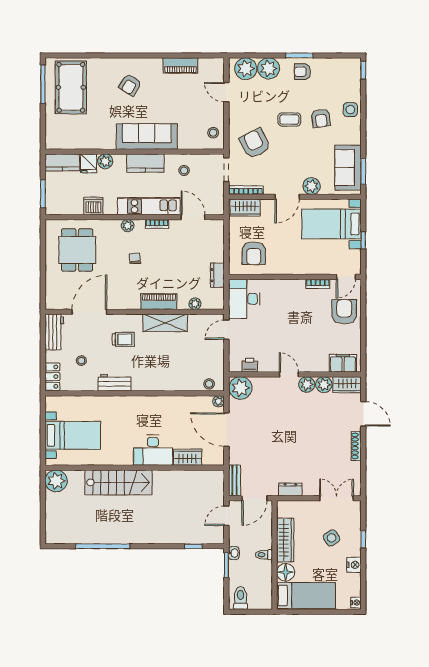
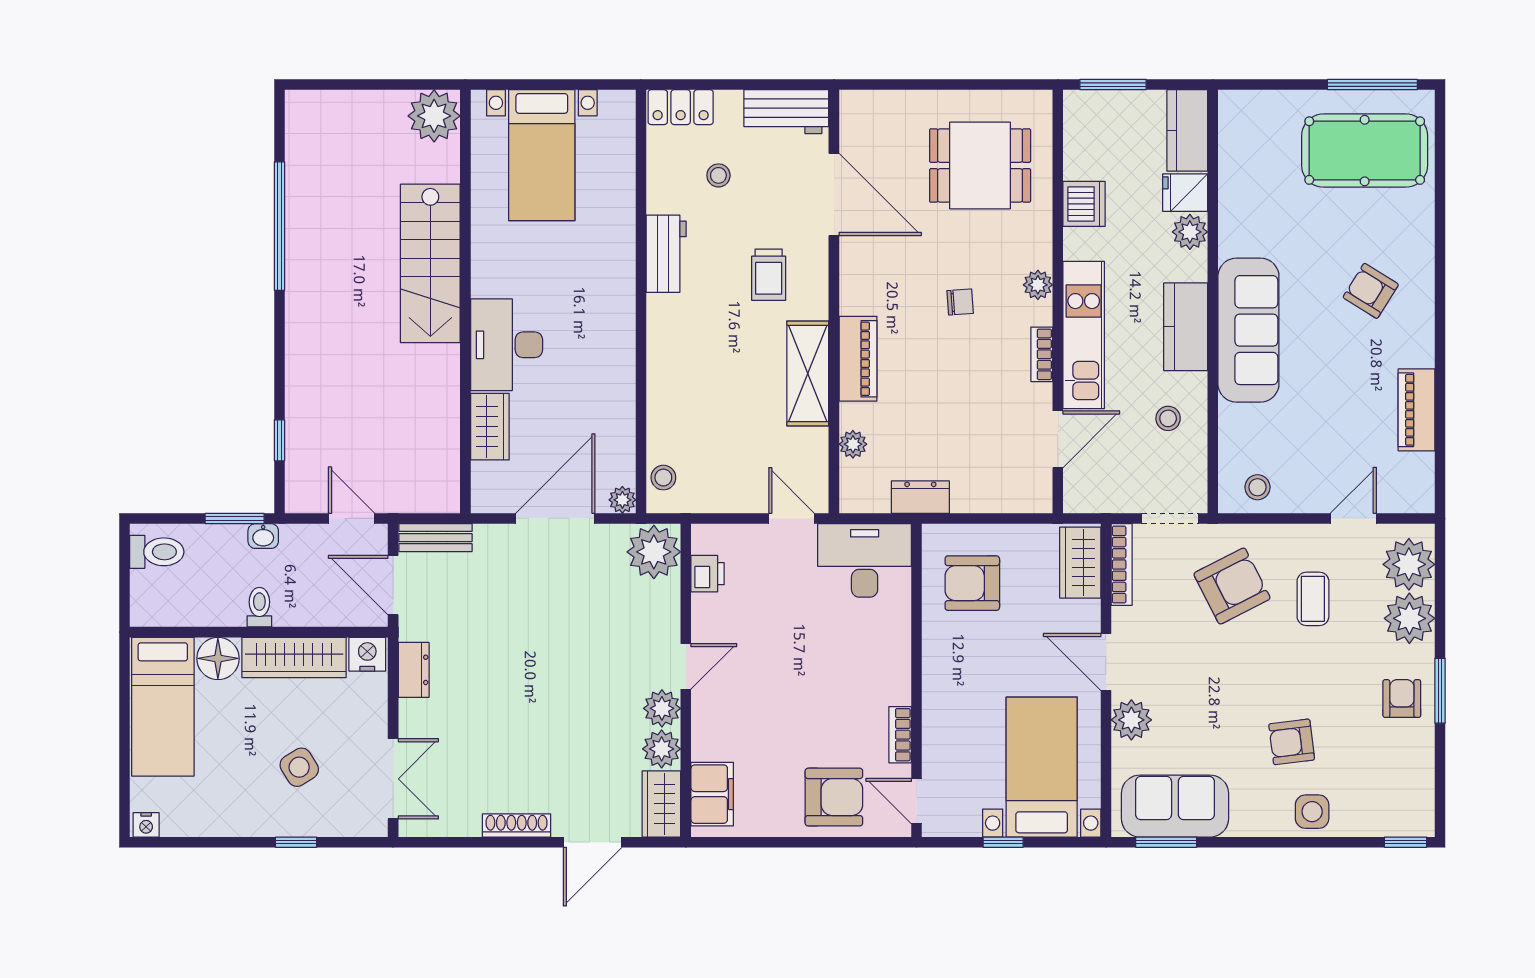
coffee table: (289, 119) -> (1313, 599), moved
nightstand: (354, 565) -> (367, 654), moved, turned 180

